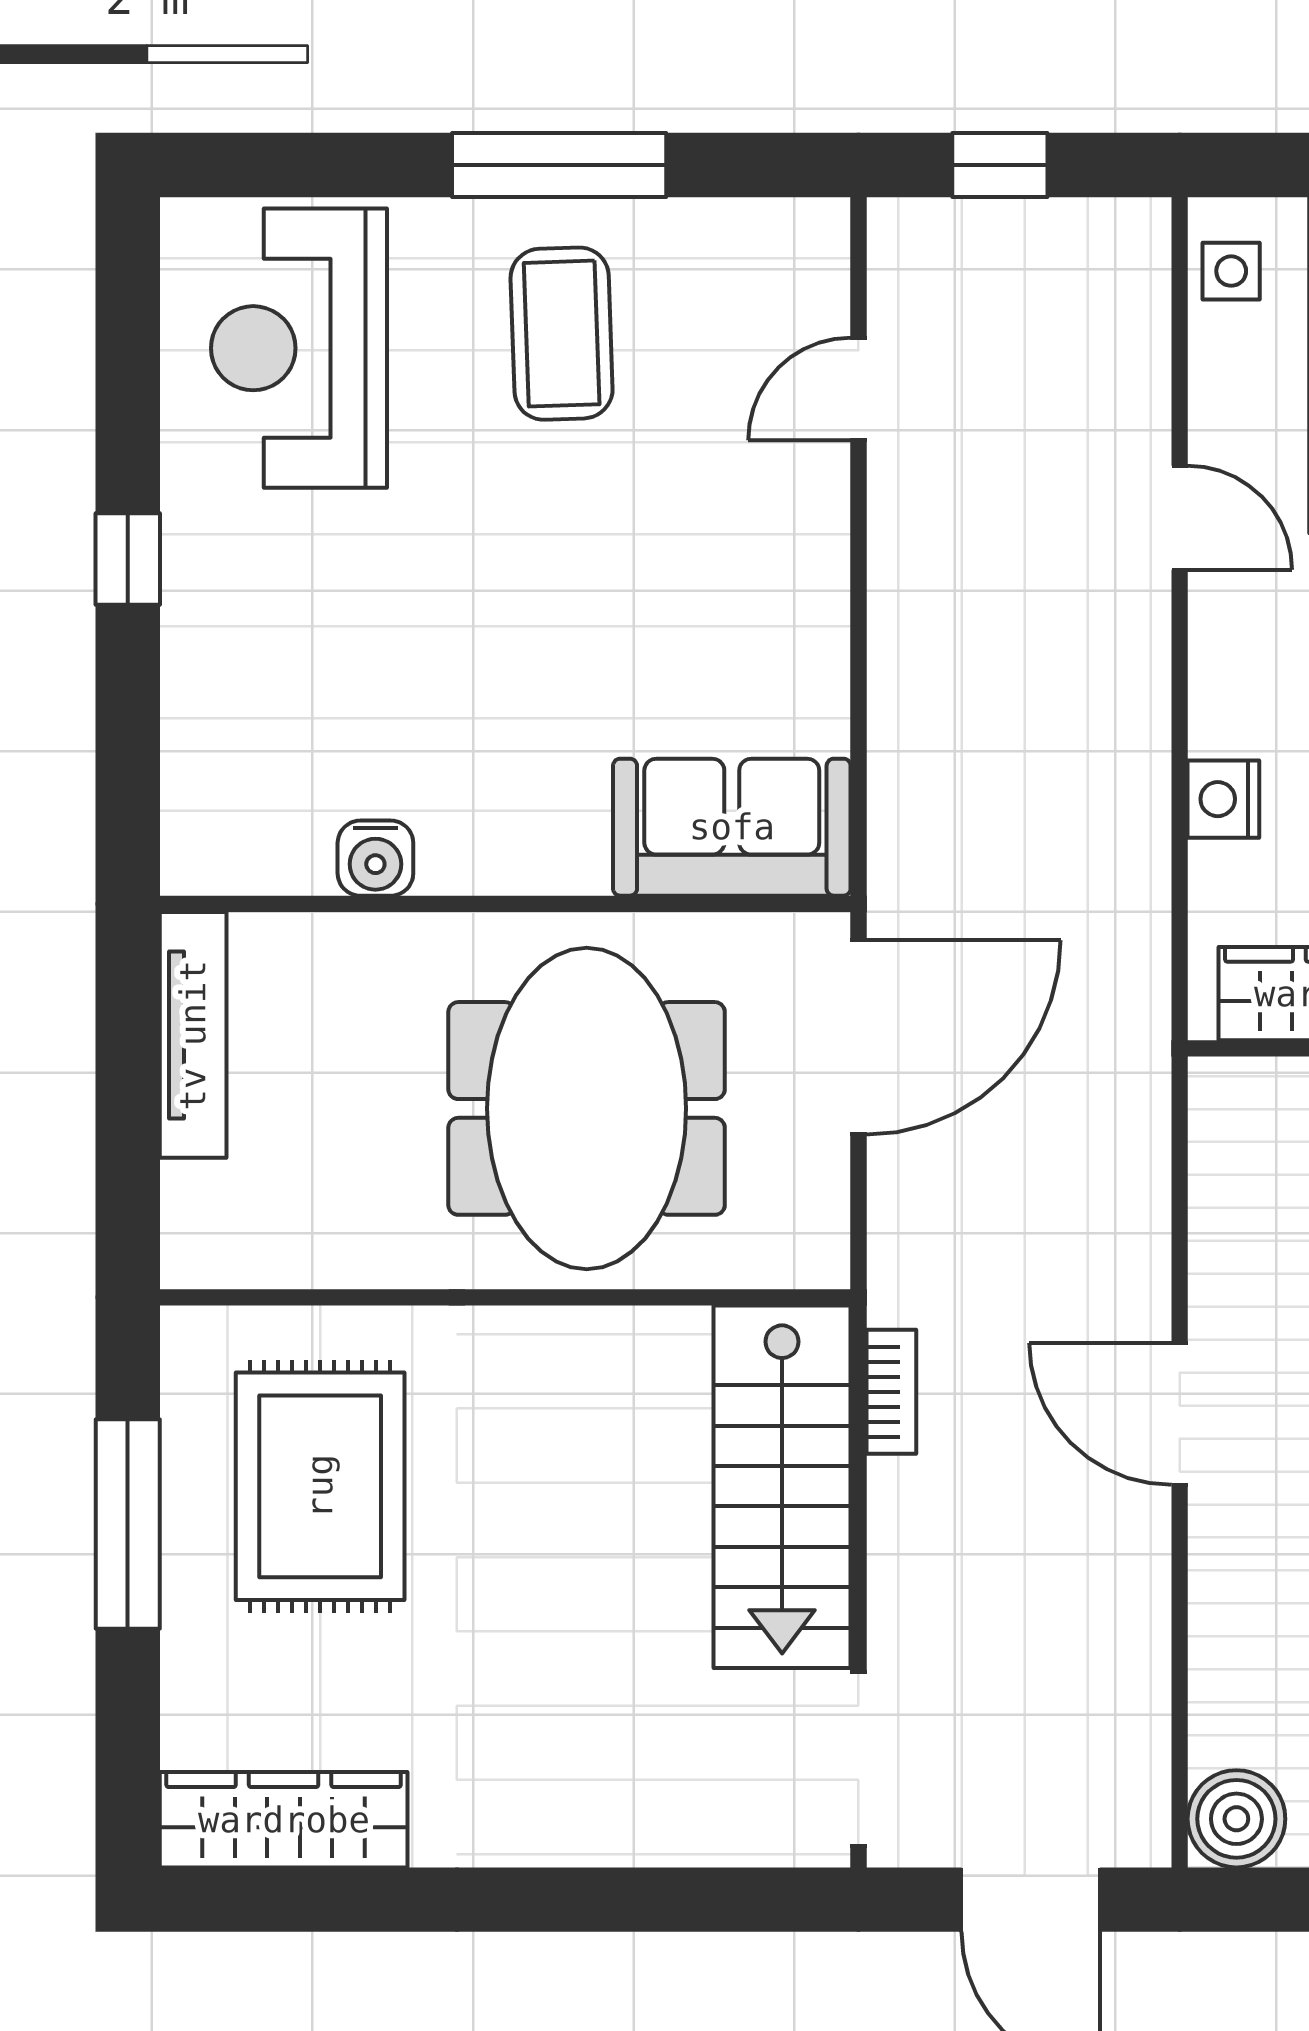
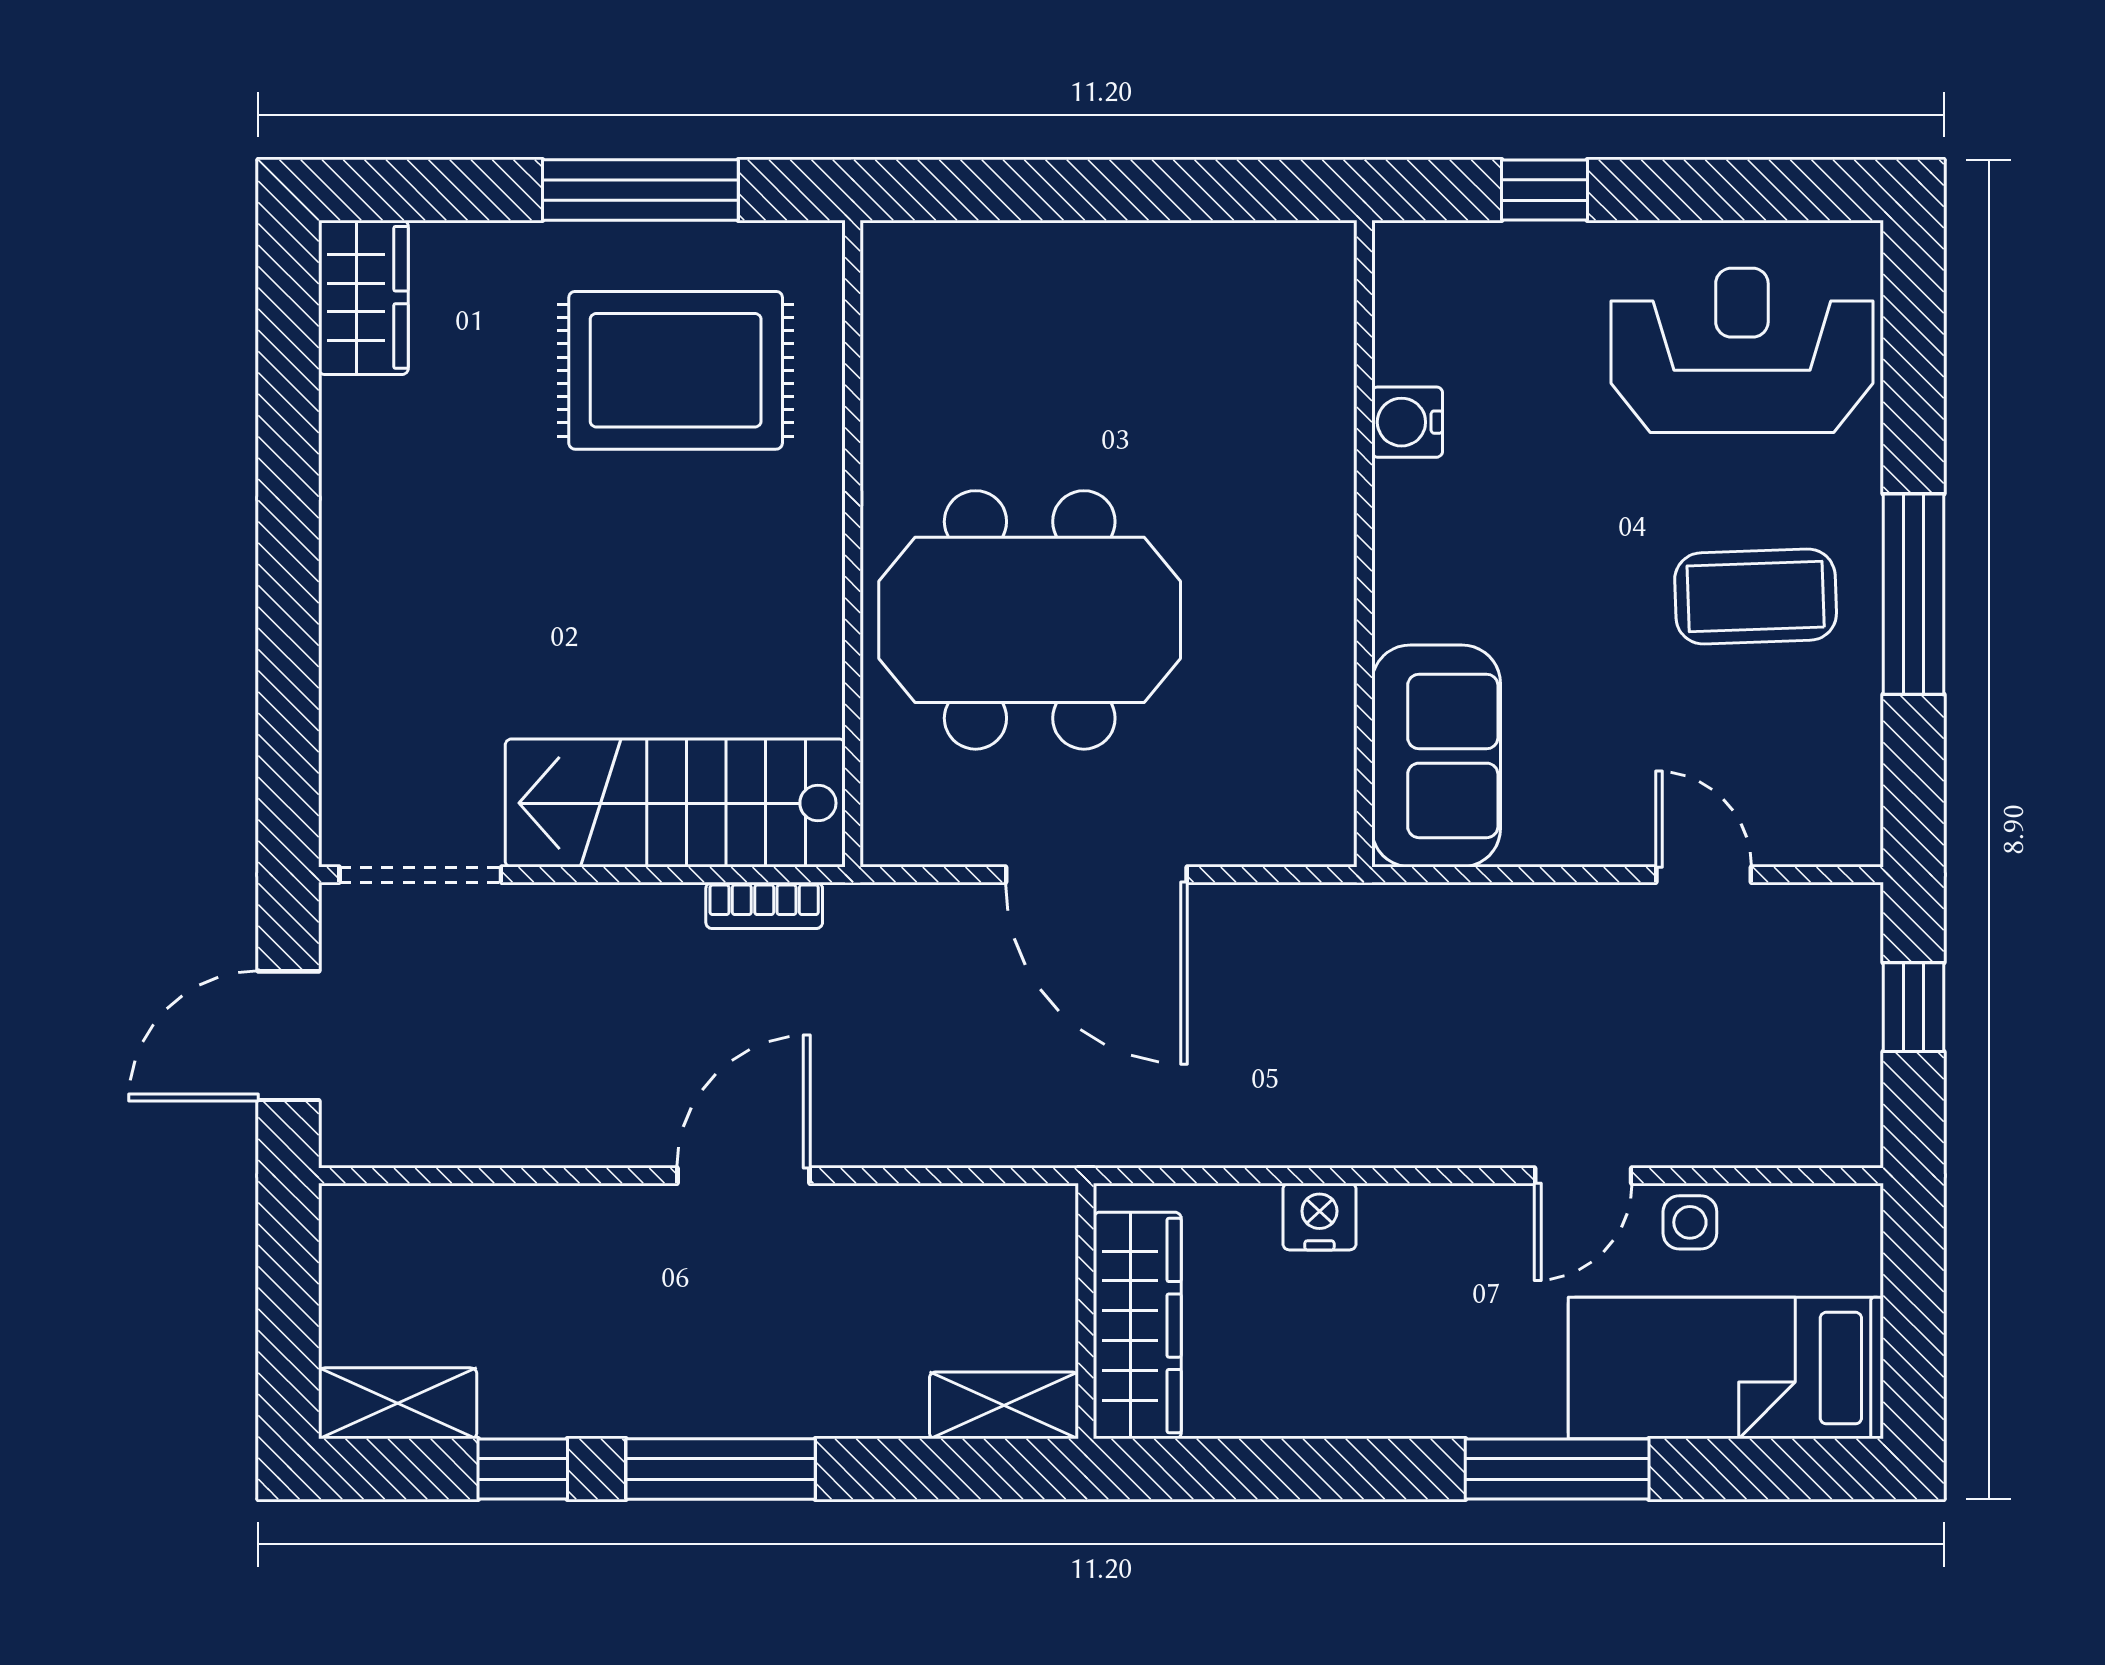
side table: (1231, 271) -> (1690, 1222), moved
sofa: (732, 827) -> (1436, 756), moved
water cooler: (375, 858) -> (1407, 422), moved
wall: (505, 904) -> (1364, 544), moved
tv unit: (193, 1035) -> (1099, 251), removed
boiler: (1236, 1819) -> (364, 1229), removed
wardrobe: (284, 1820) -> (363, 297), width x0.67

